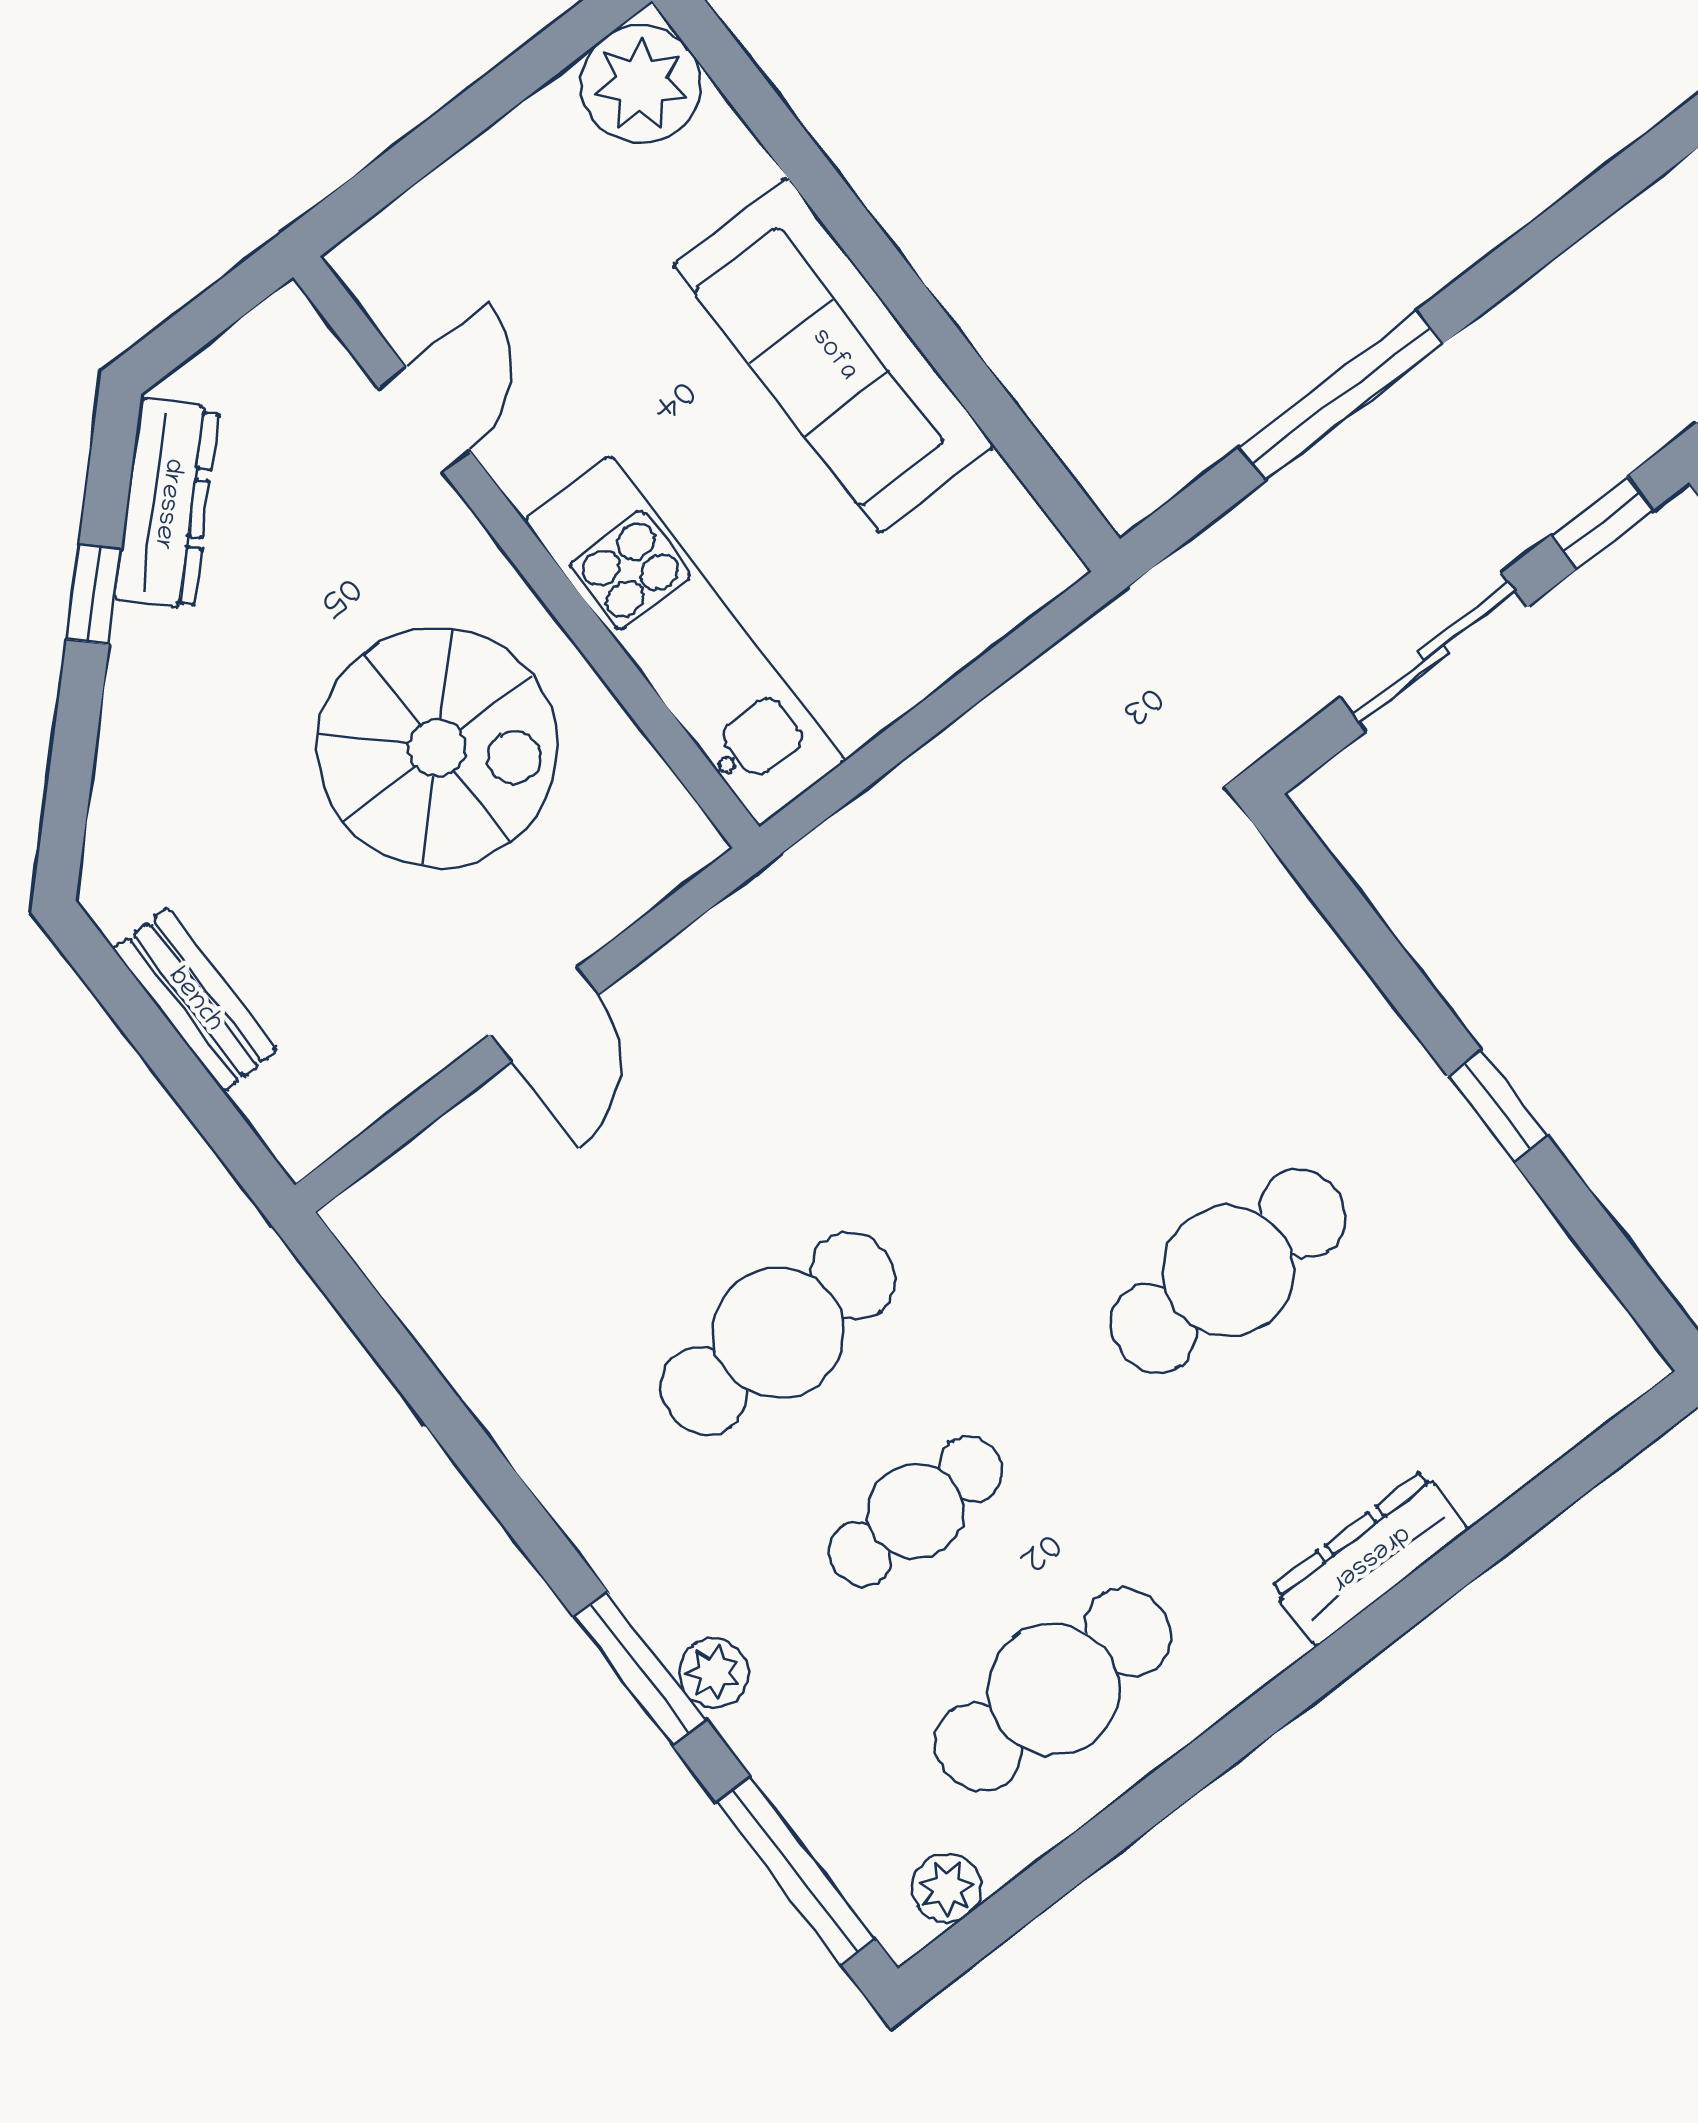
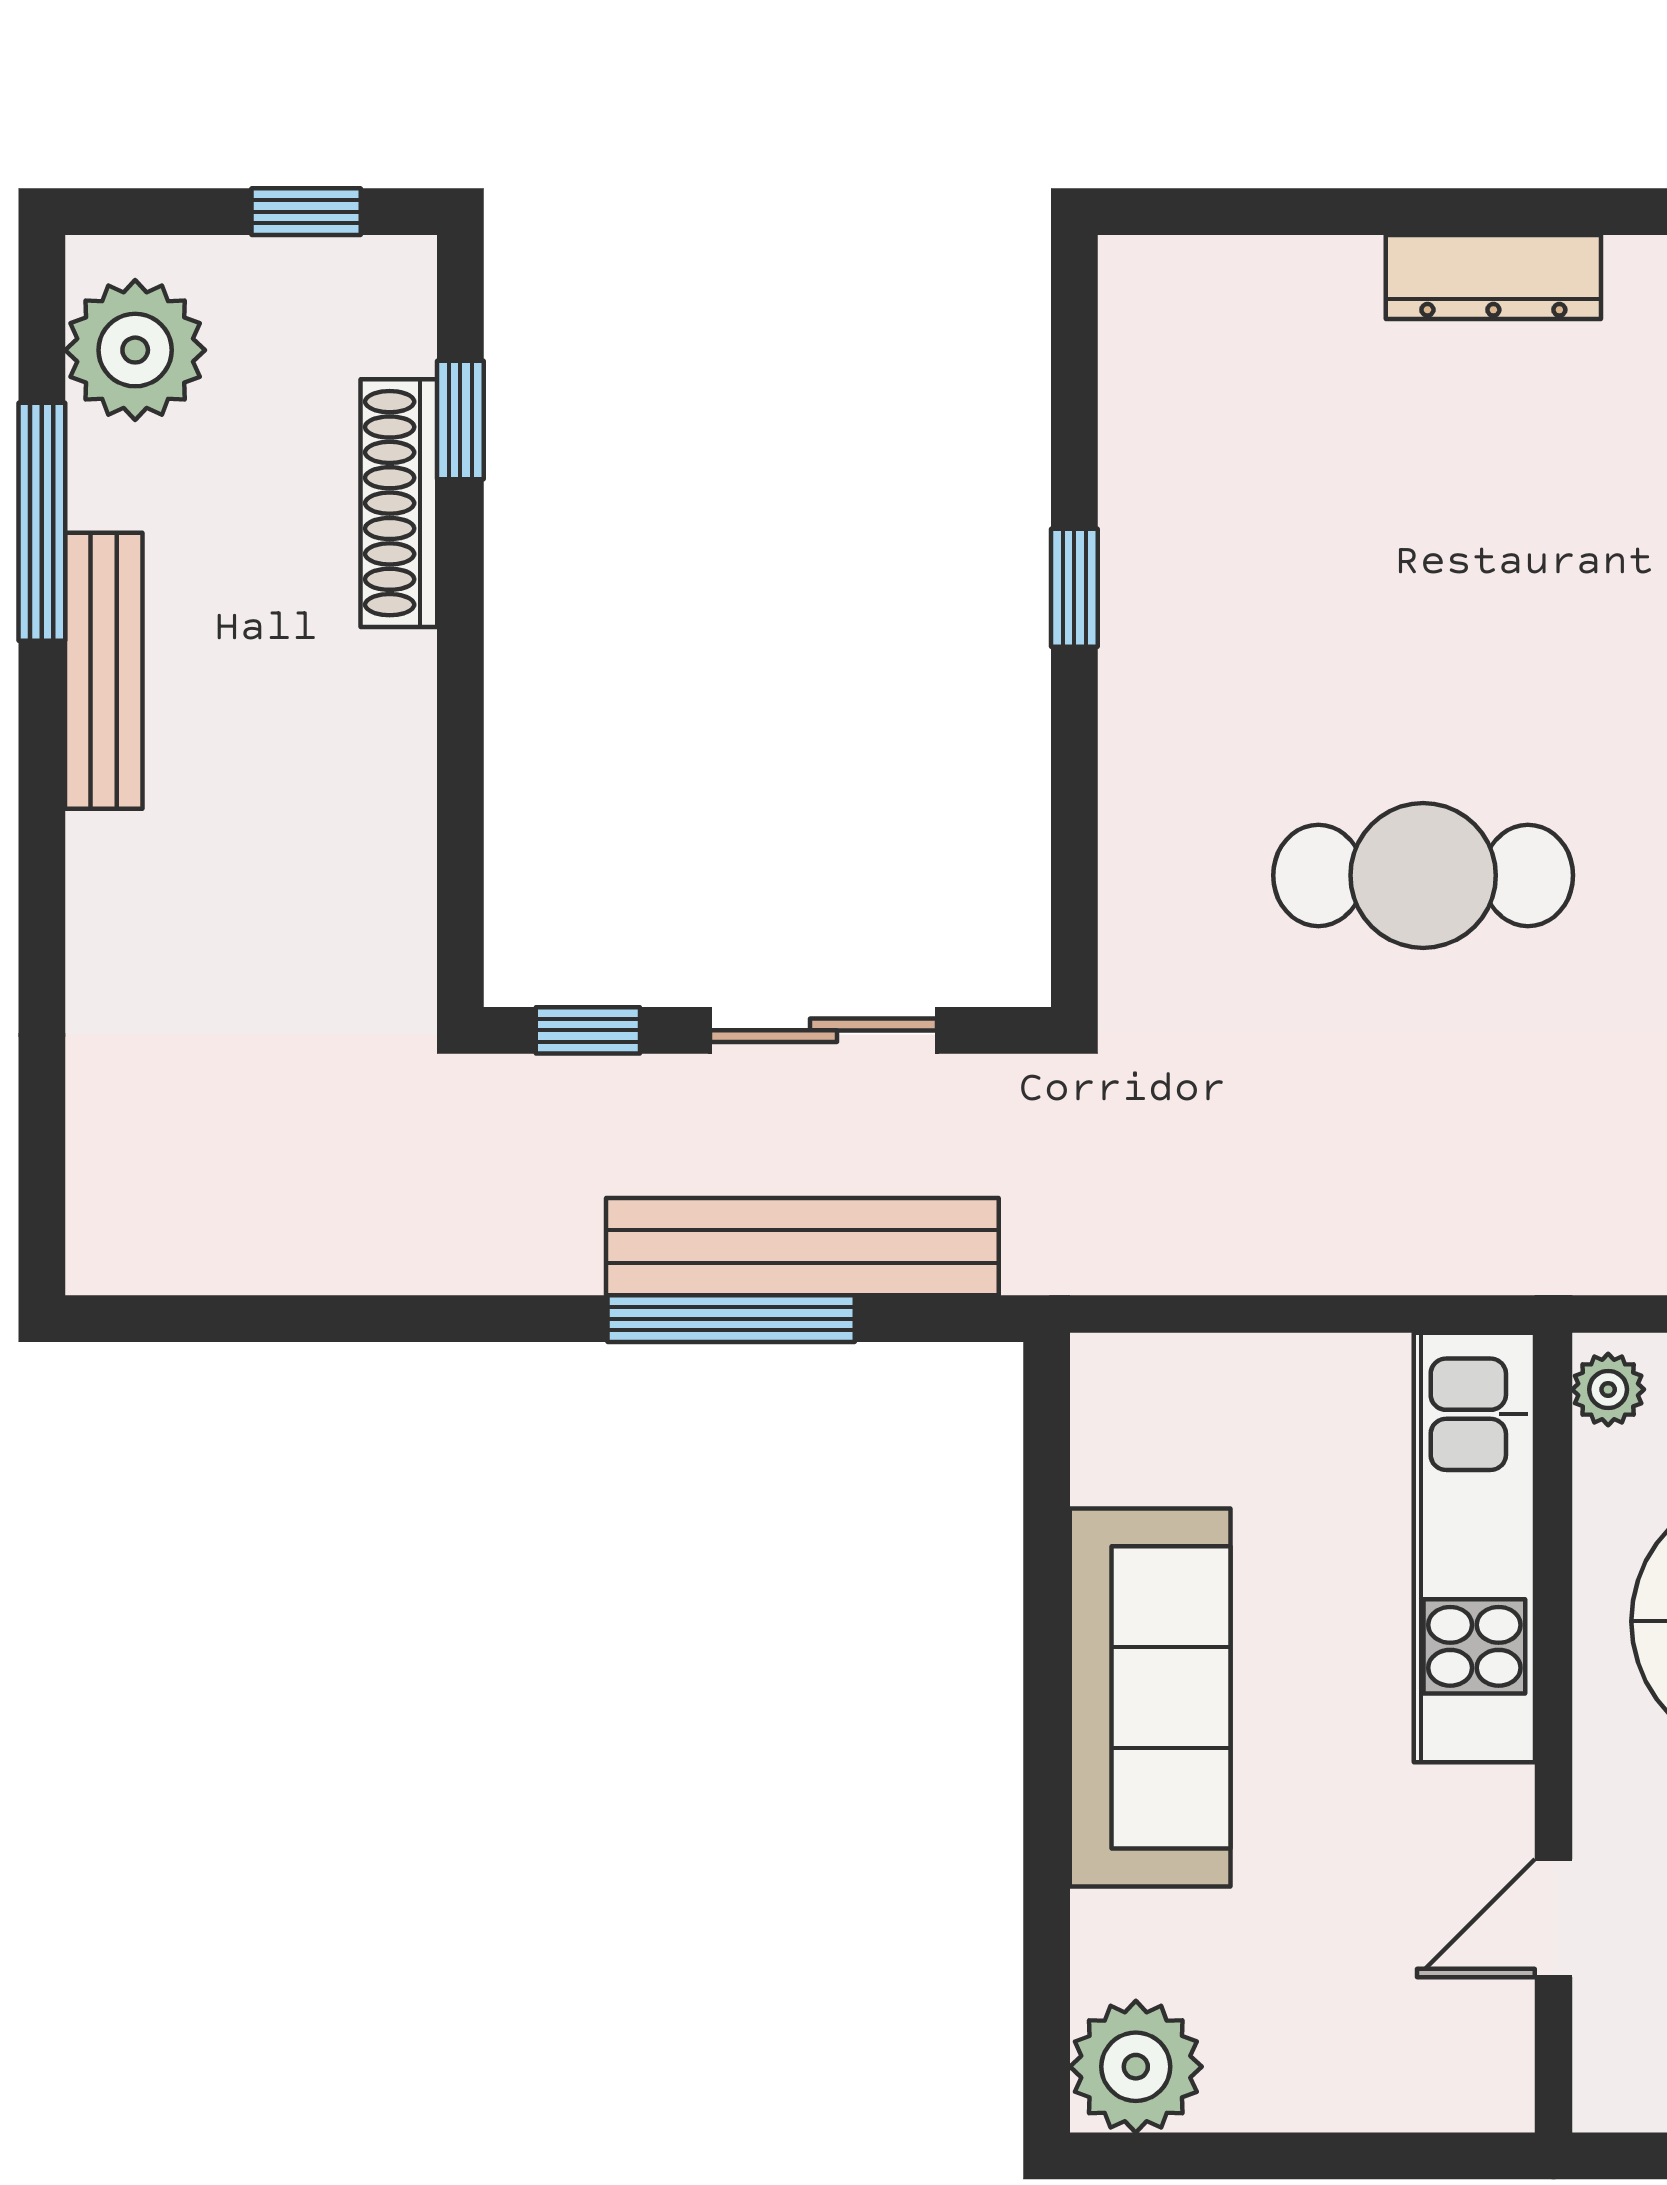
bench: (1330, 486) -> (802, 1247), added
plant: (676, 827) -> (1608, 1389), added
cafe table: (1228, 1271) -> (1423, 875), moved

